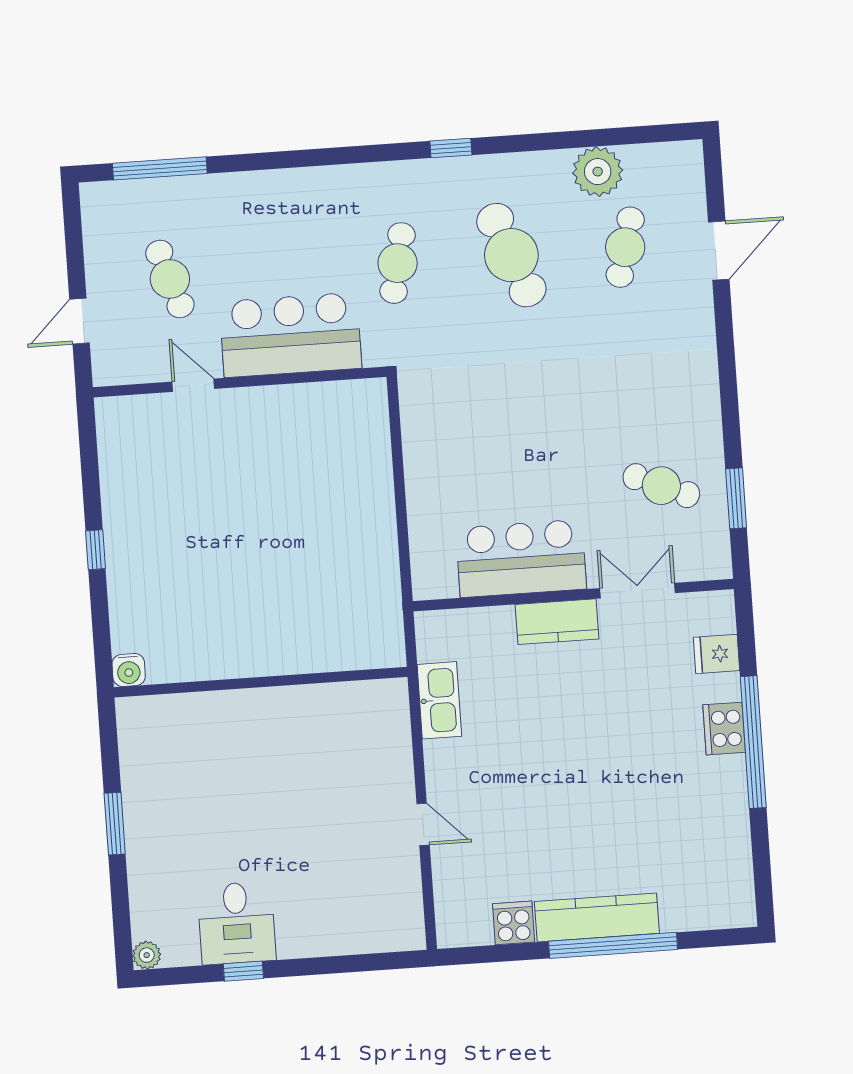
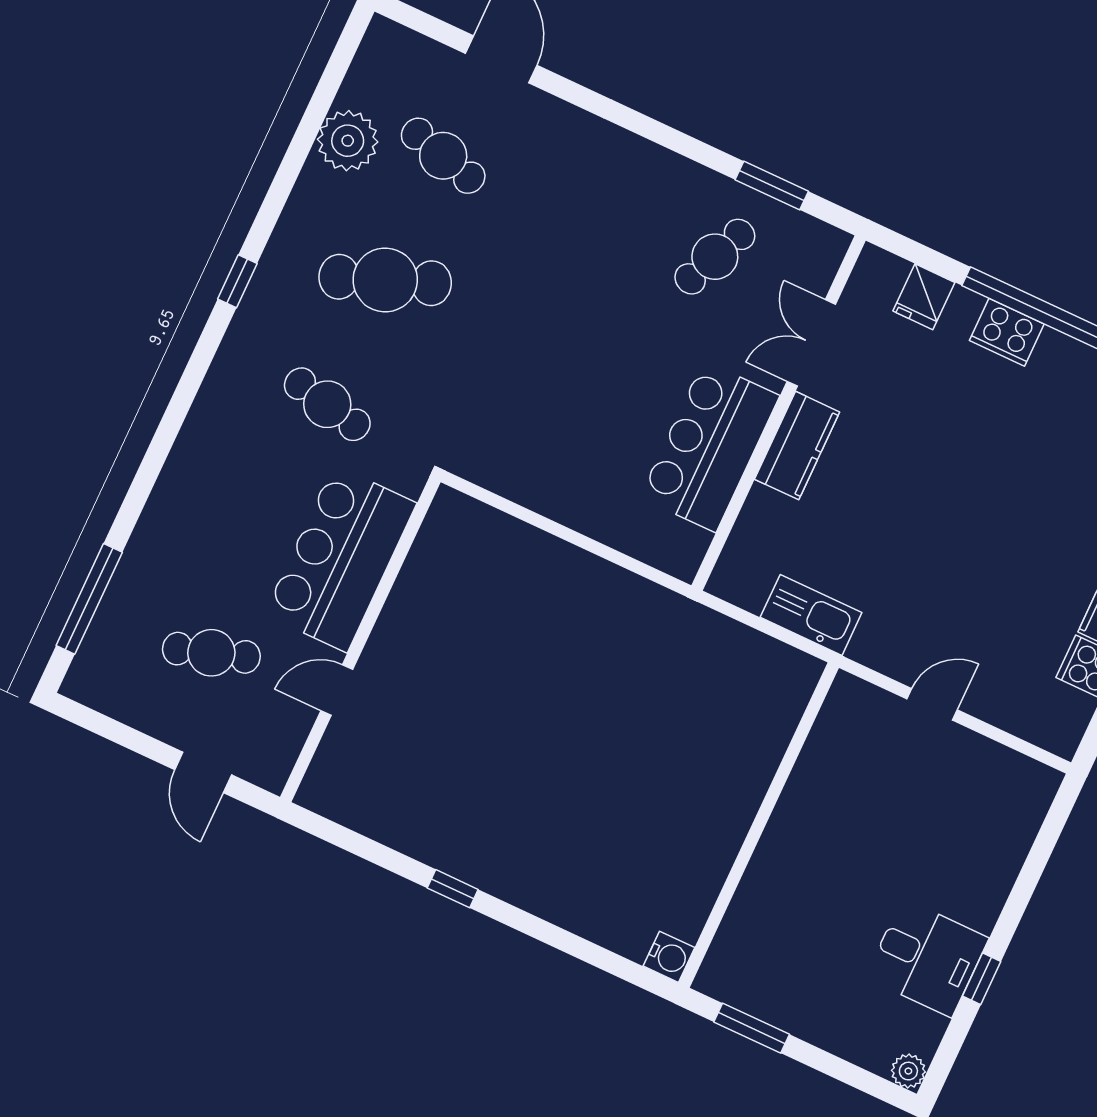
water cooler: (129, 670) -> (669, 957), moved
wall: (261, 682) -> (759, 825), moved

